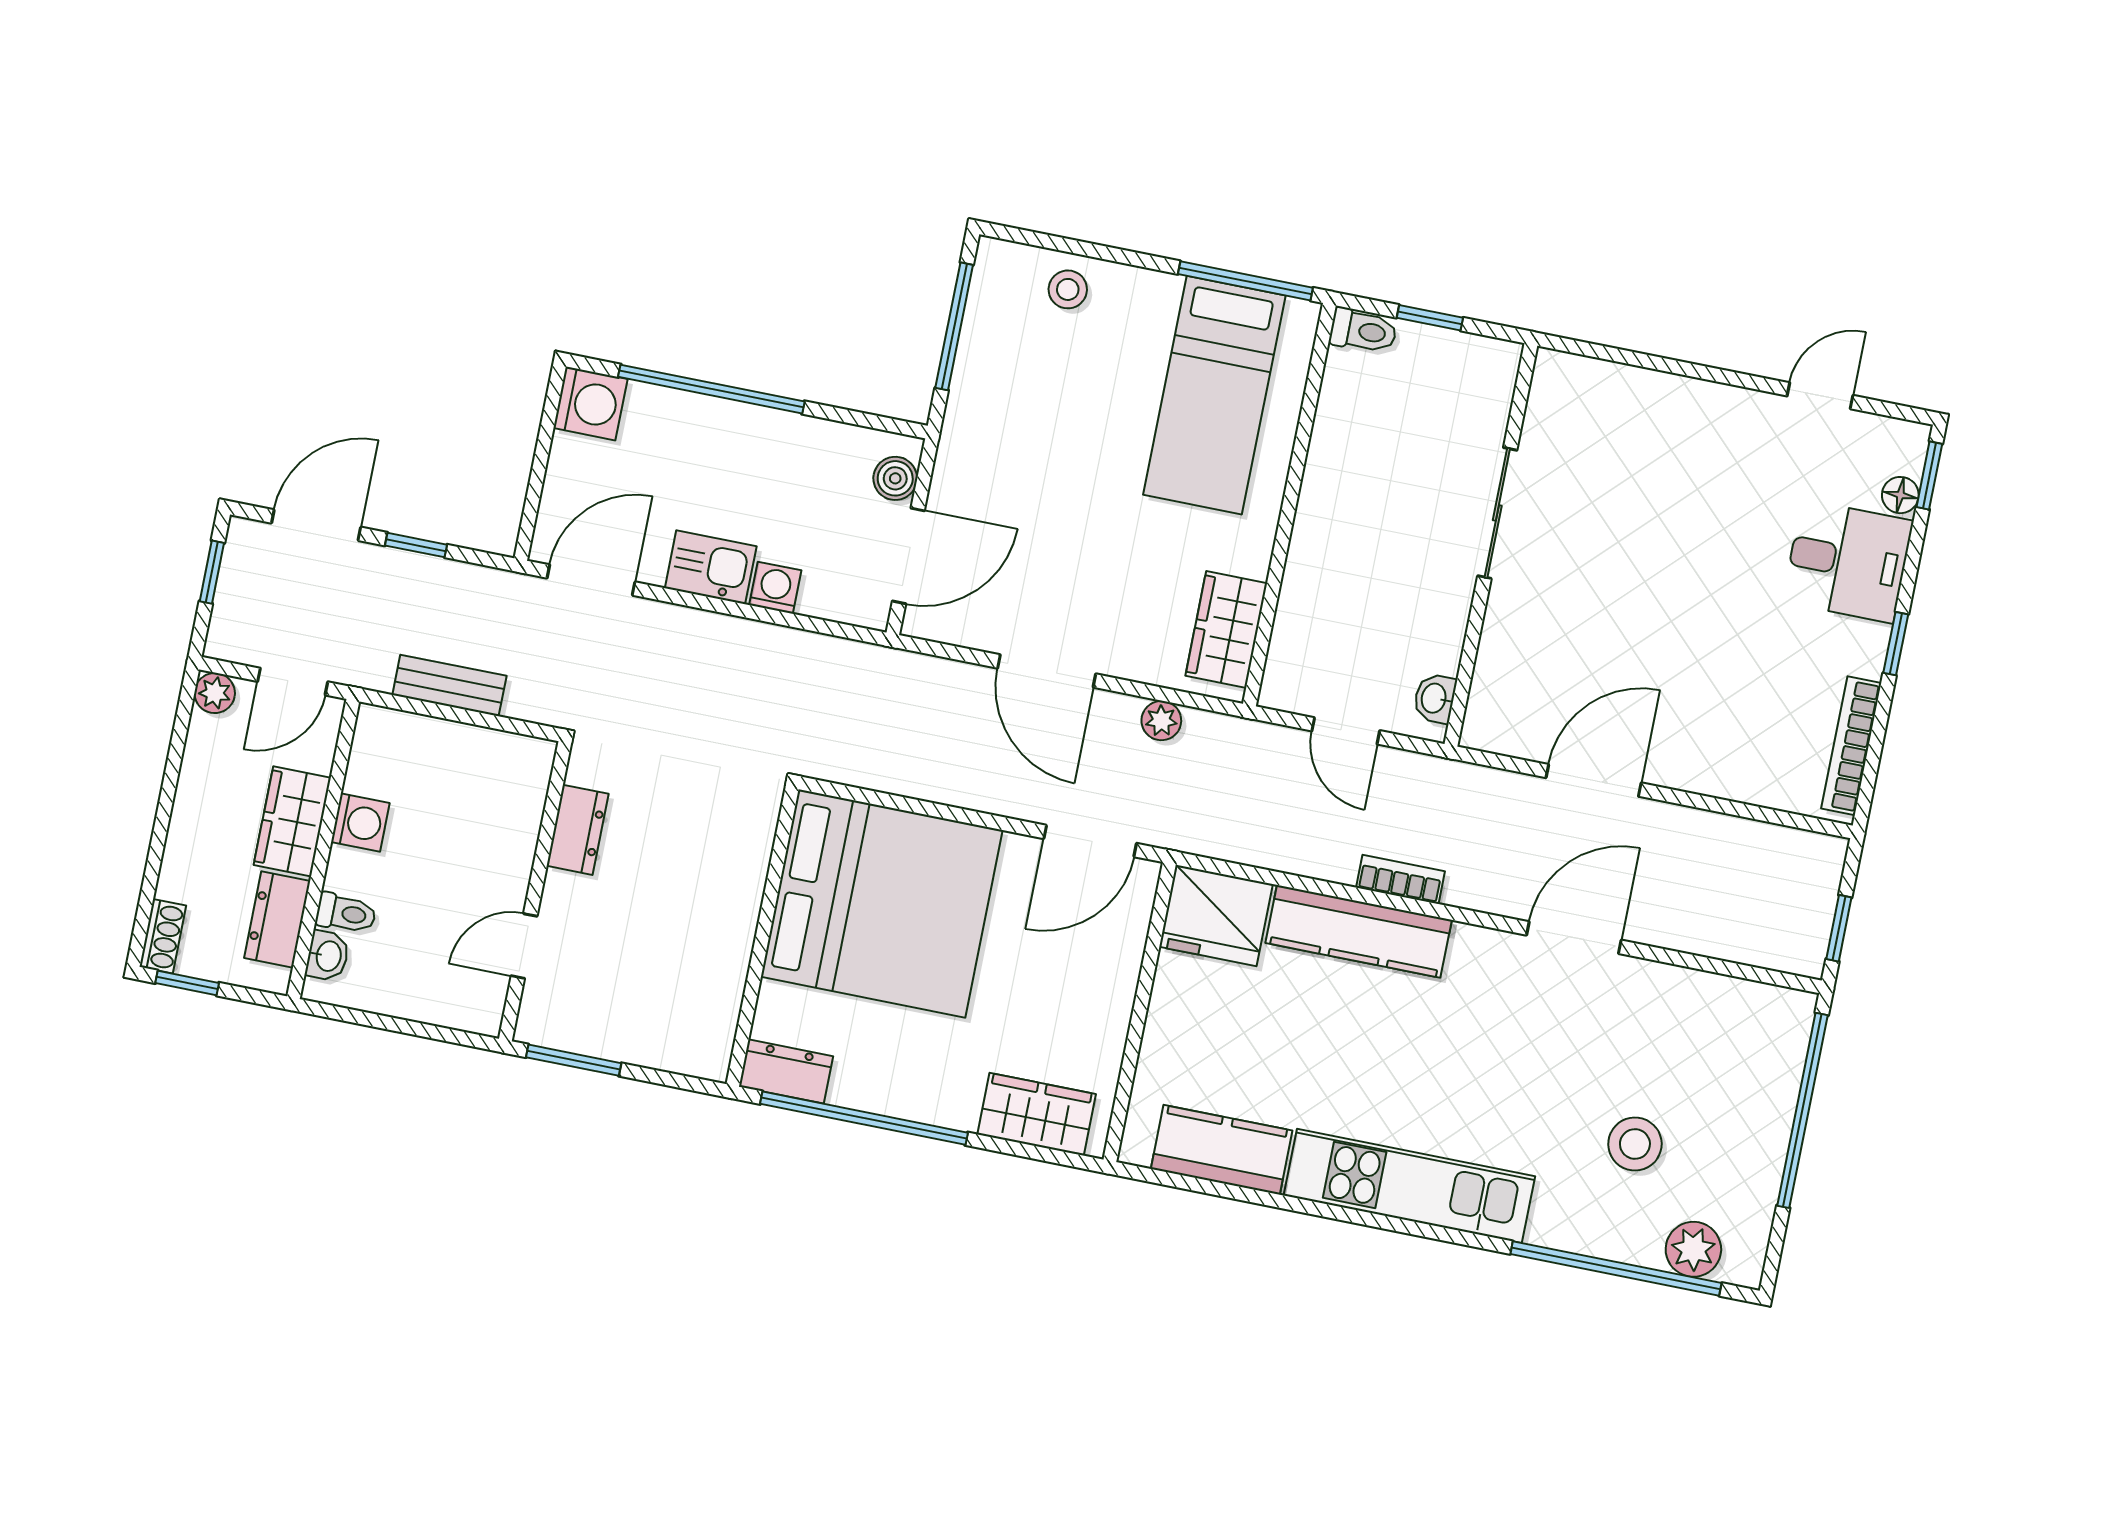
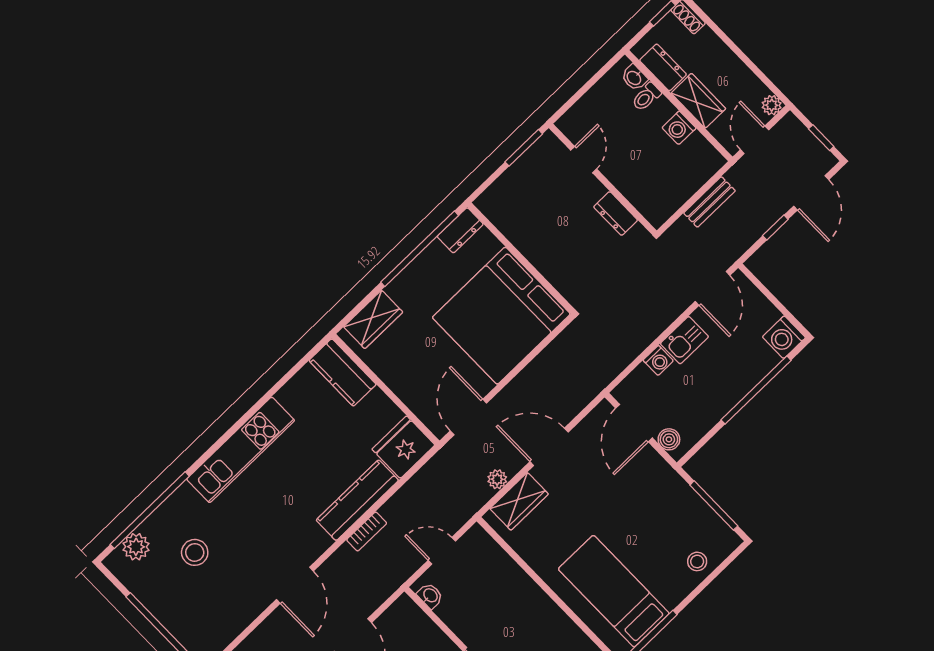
wardrobe: (1226, 630) -> (519, 501), moved, turned 90
kitchen counter: (1222, 1150) -> (343, 372), moved, turned 90

